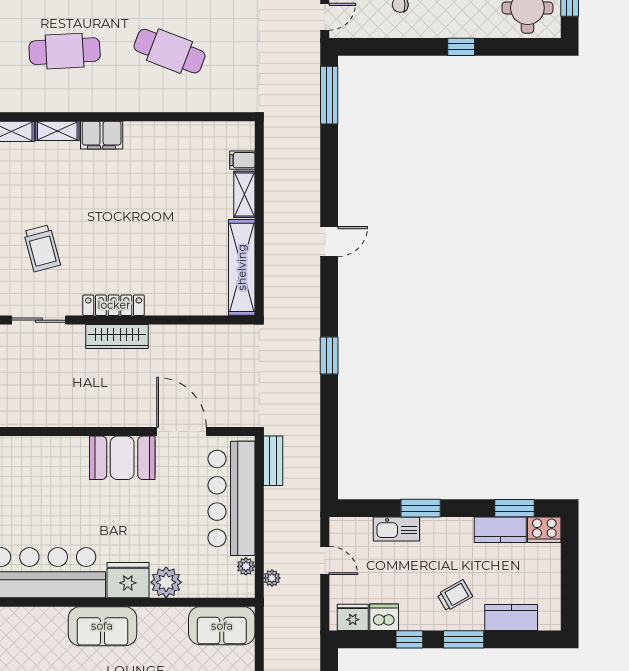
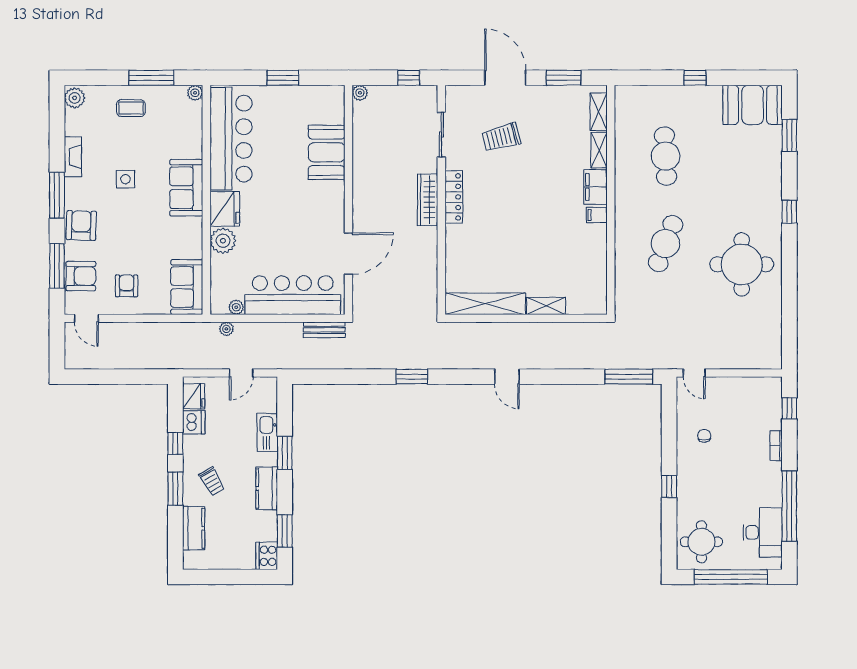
filing cabinet: (242, 160) -> (597, 215), moved, turned -90
booth: (122, 458) -> (327, 152), moved
kitchen counter: (500, 530) -> (267, 488), moved

